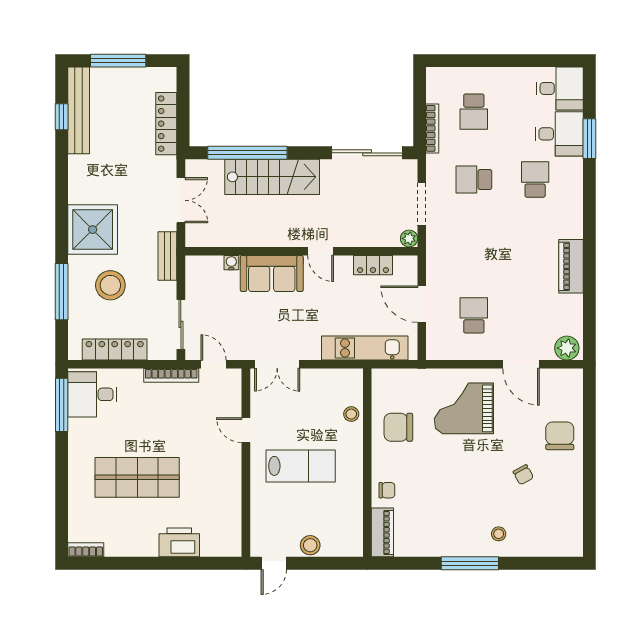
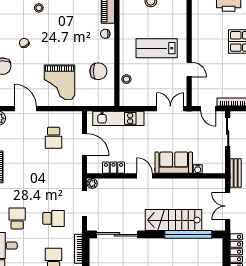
school desk: (535, 180) -> (17, 218), turned 180
grand piano: (464, 408) -> (59, 82), turned 90

